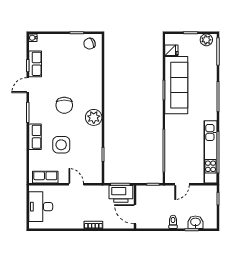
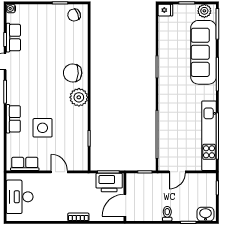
fridge: (171, 50) -> (165, 10), moved
sofa: (176, 85) -> (204, 52), moved, turned 180
chair: (64, 105) -> (73, 73), moved, turned 93
door: (135, 214) -> (125, 205), hinge flipped
washbasin: (195, 222) -> (205, 214), moved

